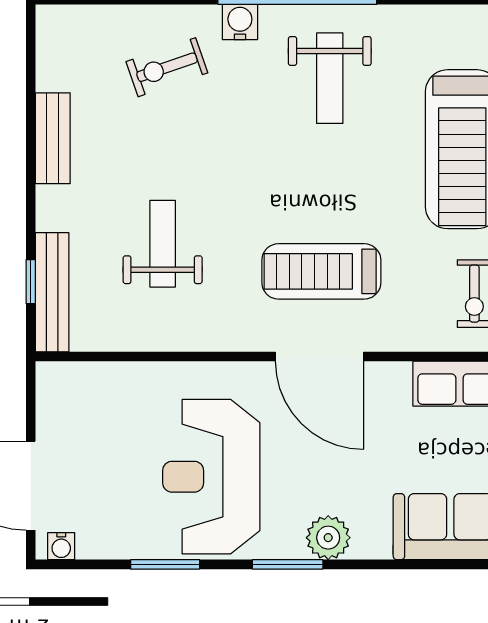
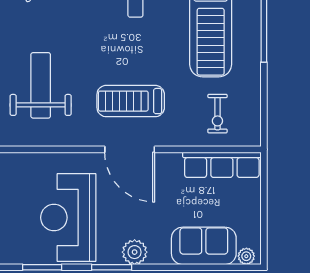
weight bench: (163, 244) -> (41, 85), width x1.36, depth x1.33

